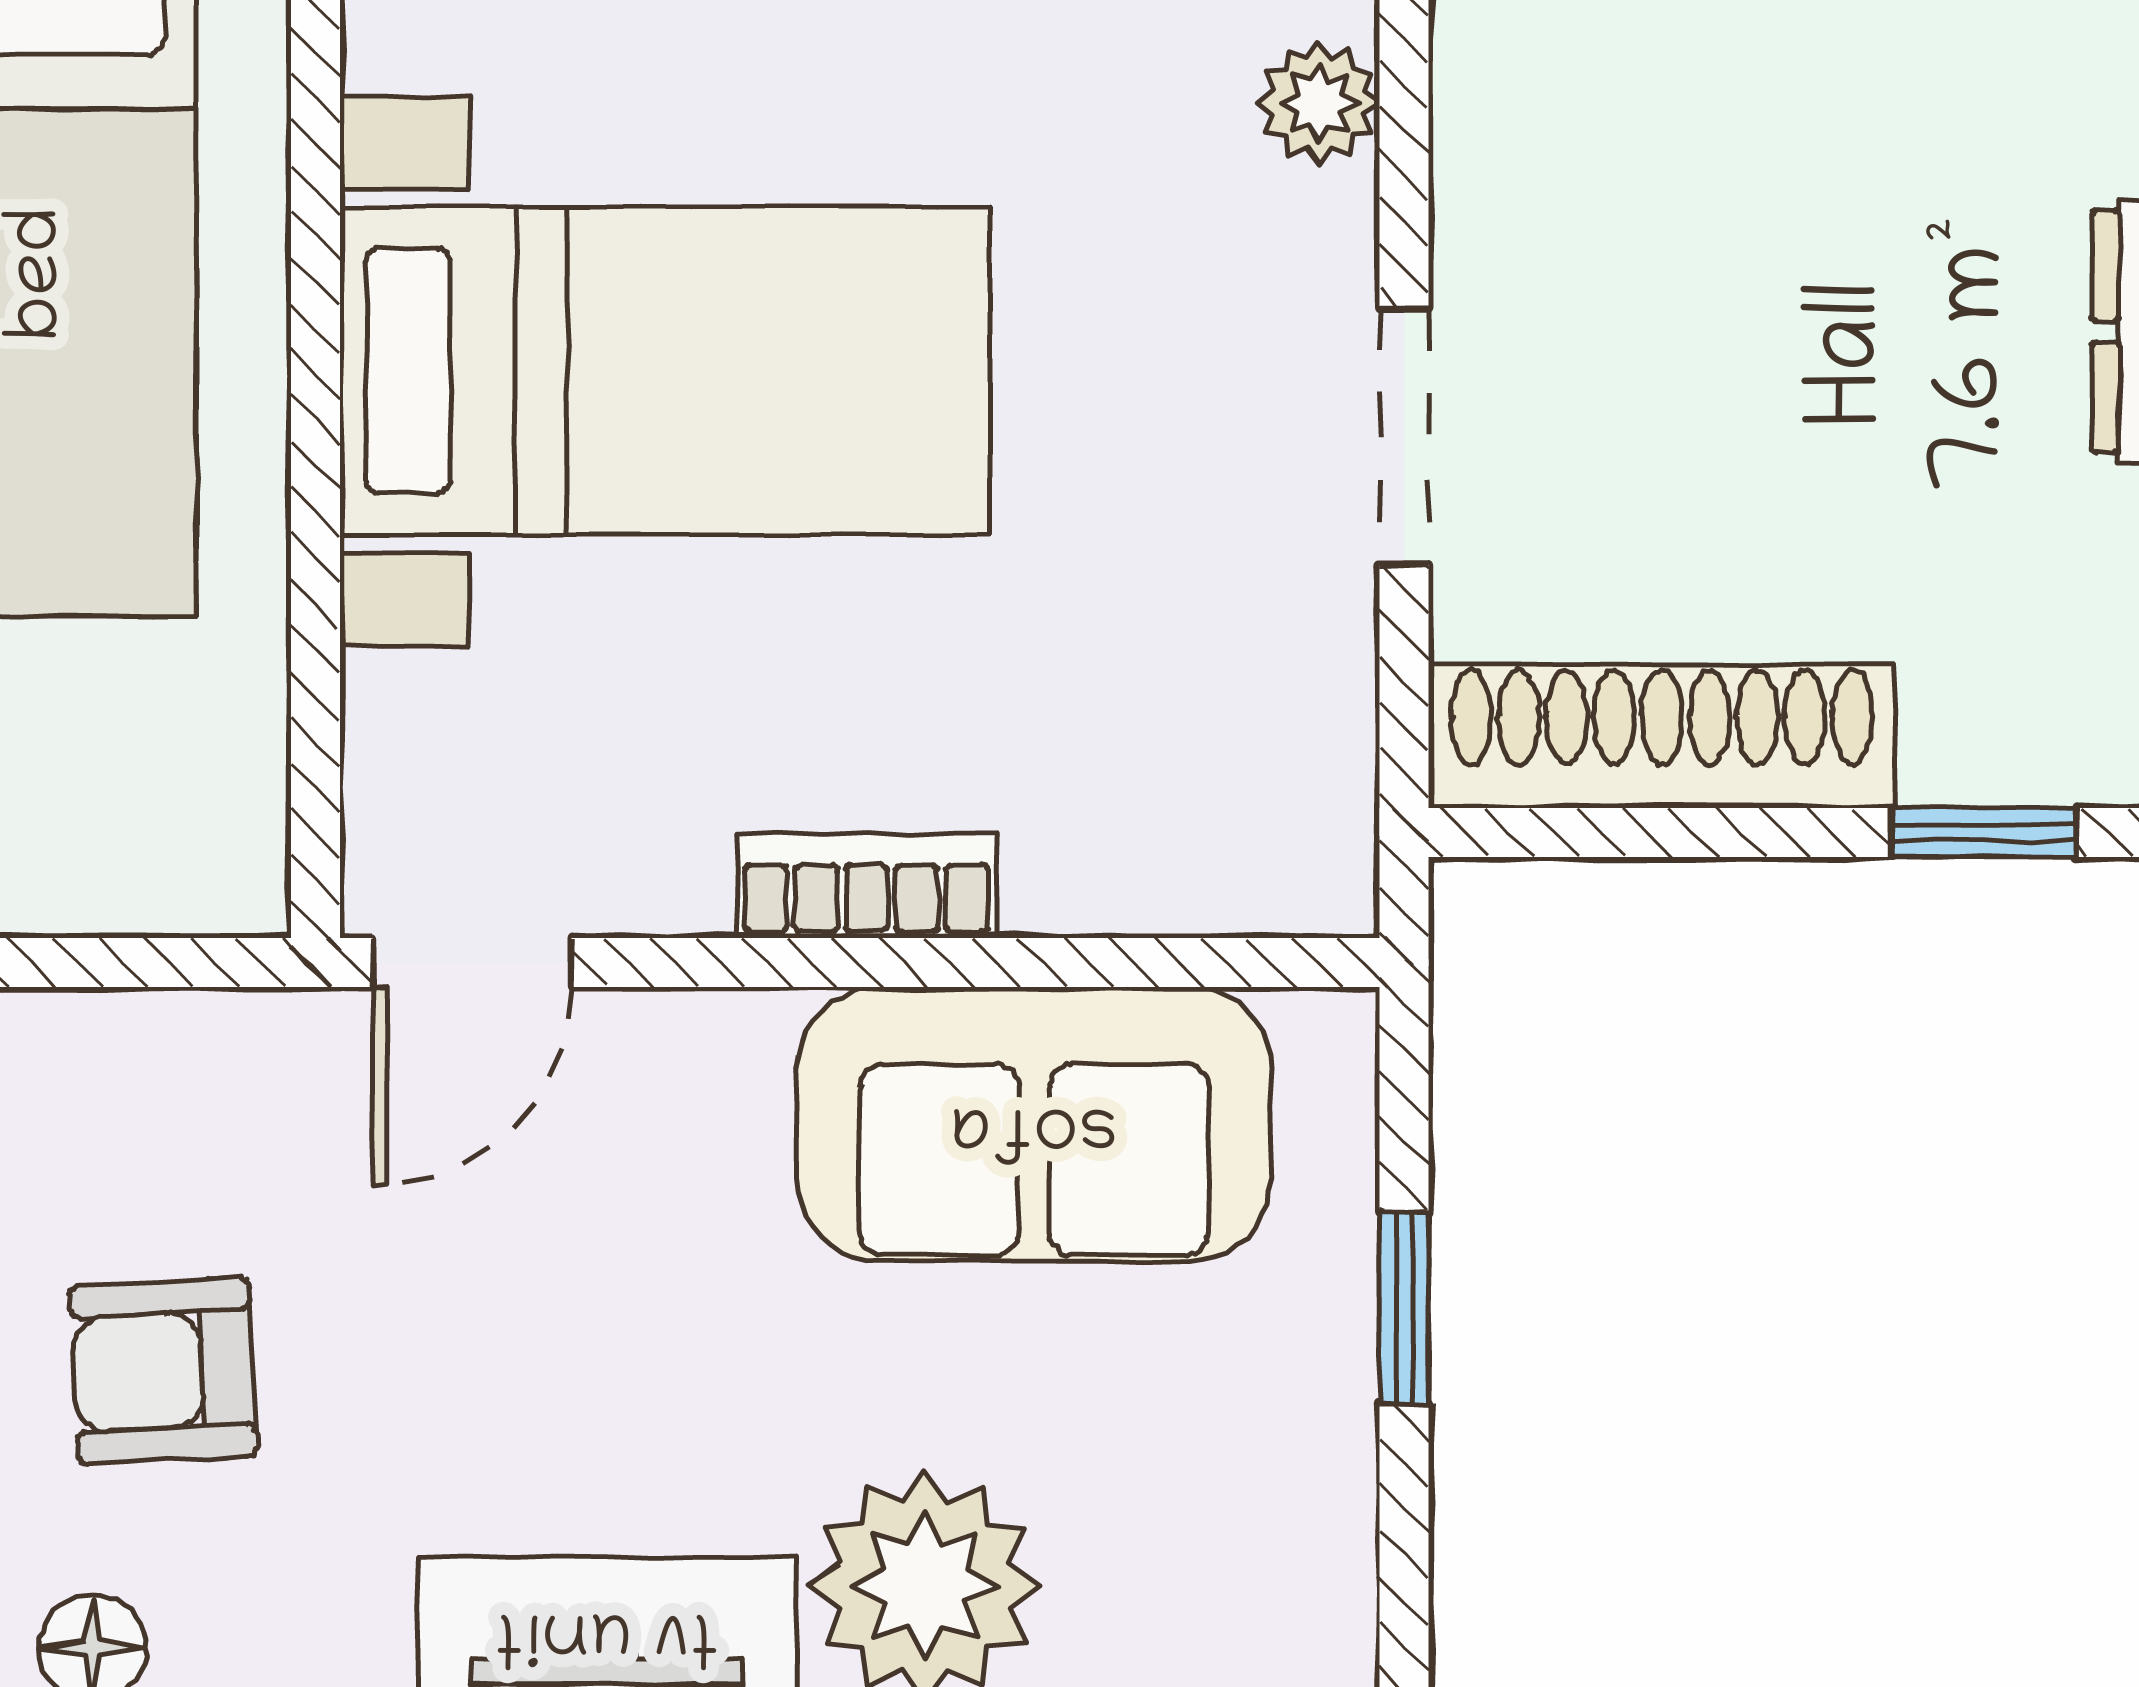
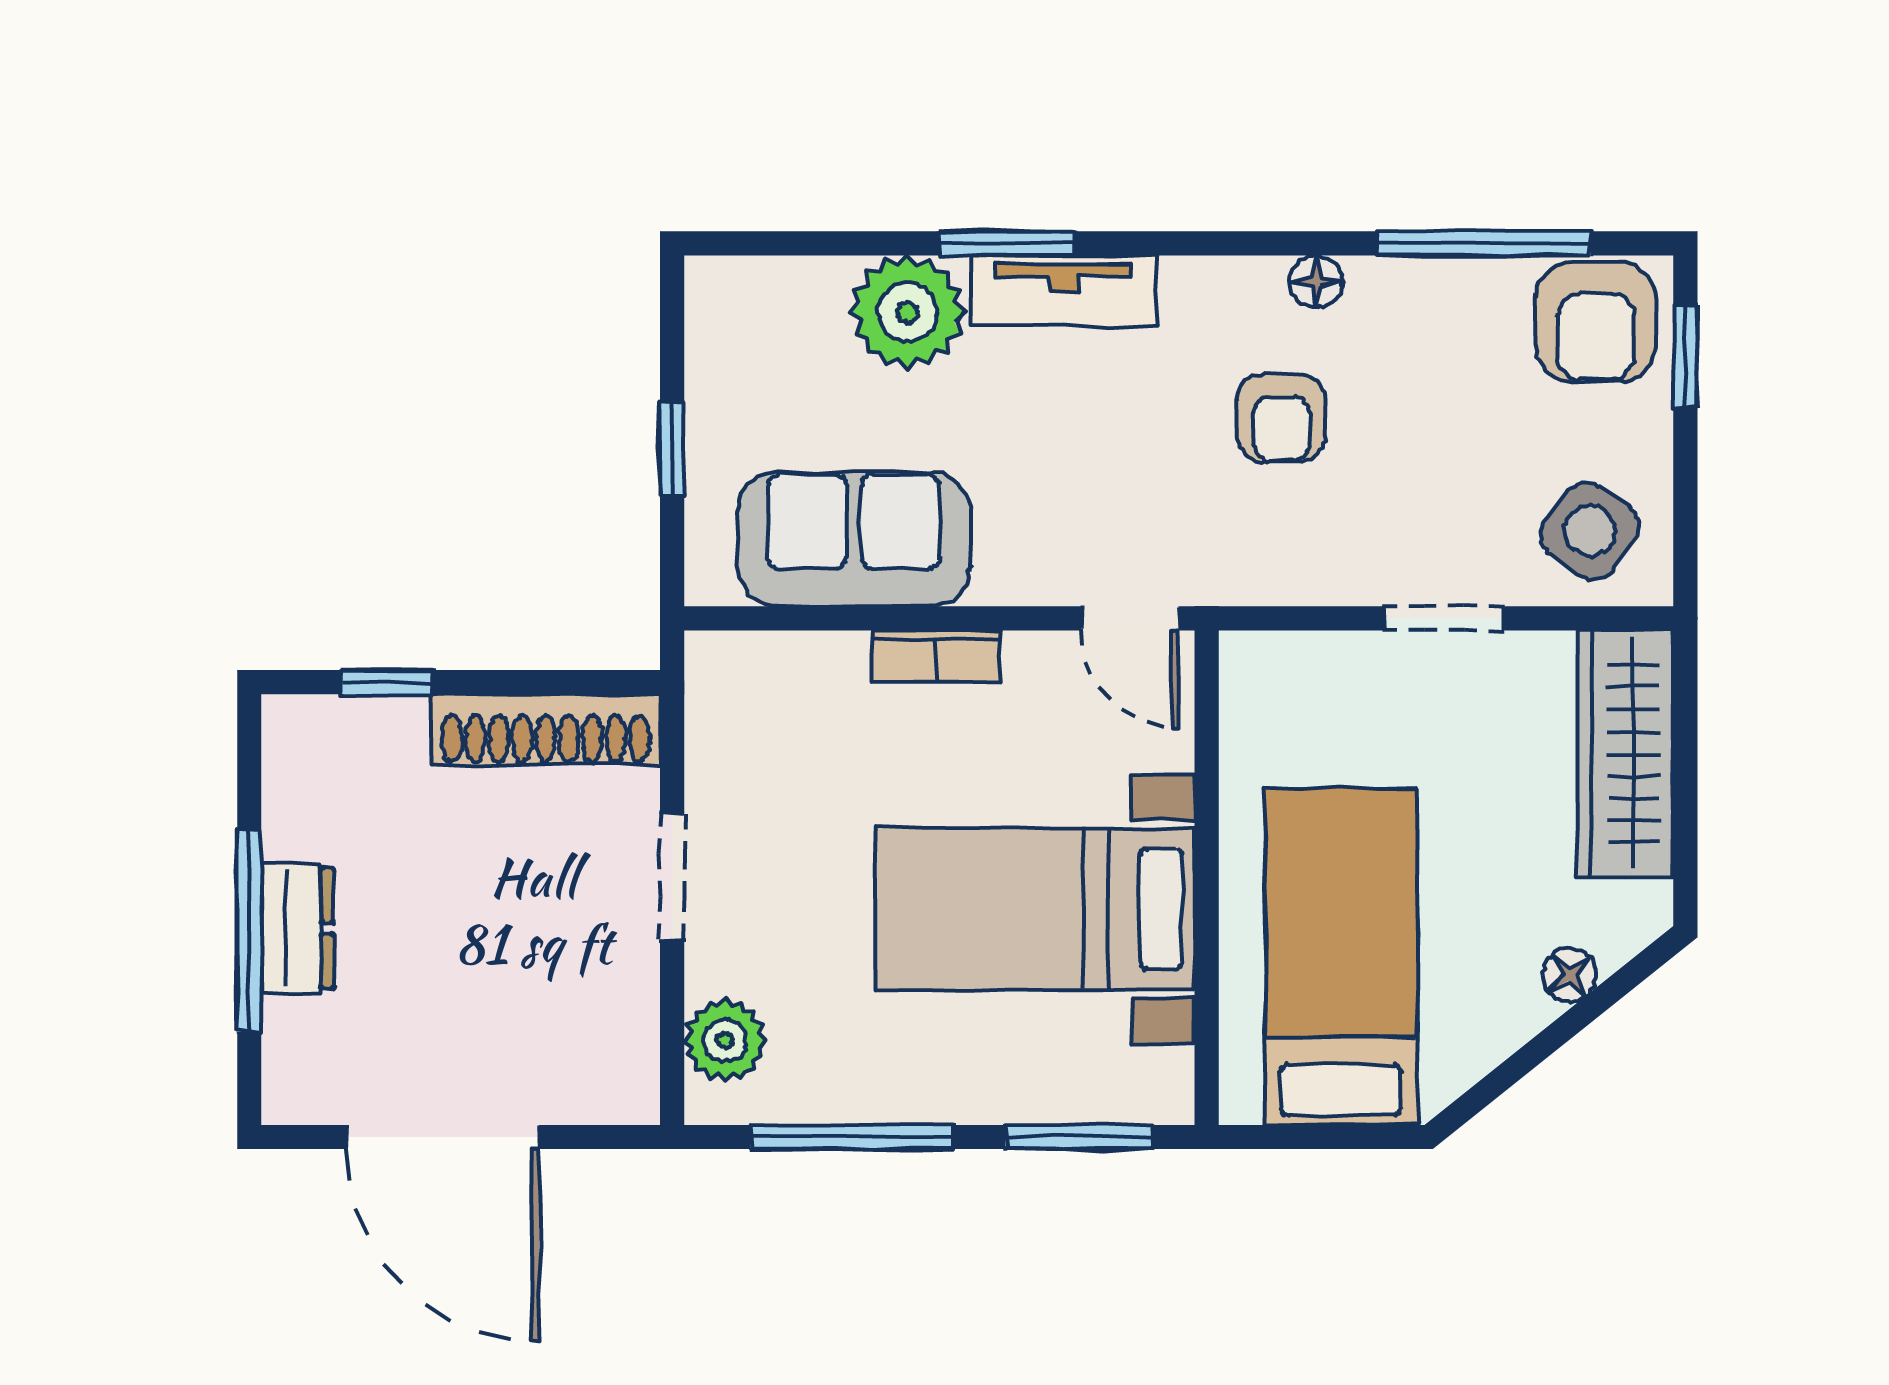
plant: (1319, 103) -> (725, 1040), width x1.38, depth x1.38
door: (472, 963) -> (1130, 618), swing flipped
armchair: (163, 1371) -> (1281, 418), turned 93

